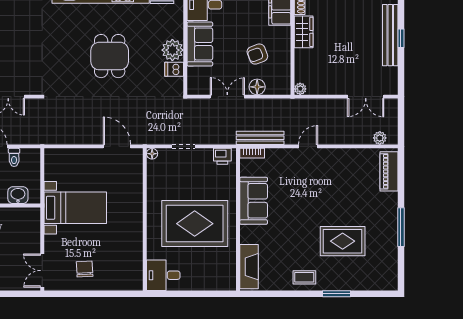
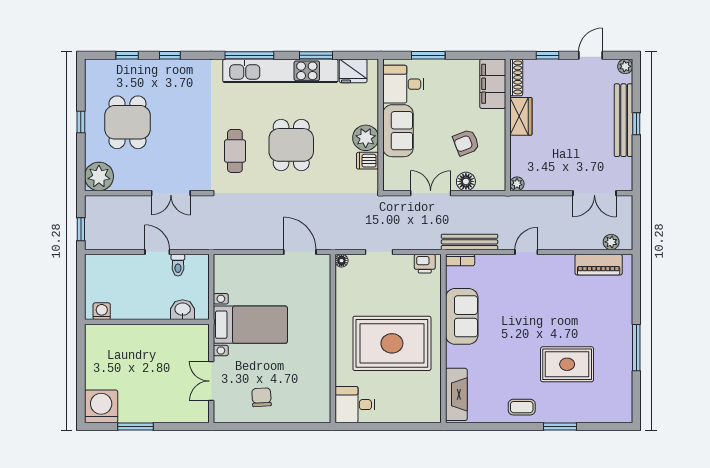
cafe table: (62, 61) -> (235, 151), added
piano: (389, 171) -> (599, 265), moved, turned -90
double door: (42, 271) -> (211, 381), moved

